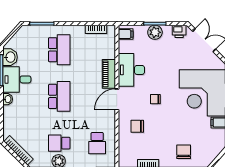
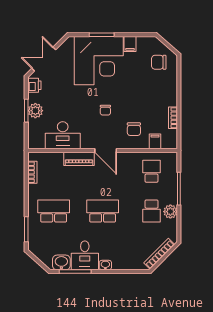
filing cabinet: (126, 34) -> (155, 141), moved
desk: (131, 70) -> (63, 135), moved
school desk: (97, 143) -> (152, 171), turned -90
chair: (184, 152) -> (159, 62), moved

